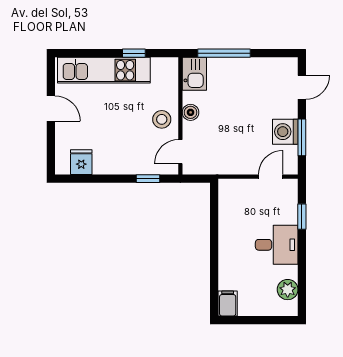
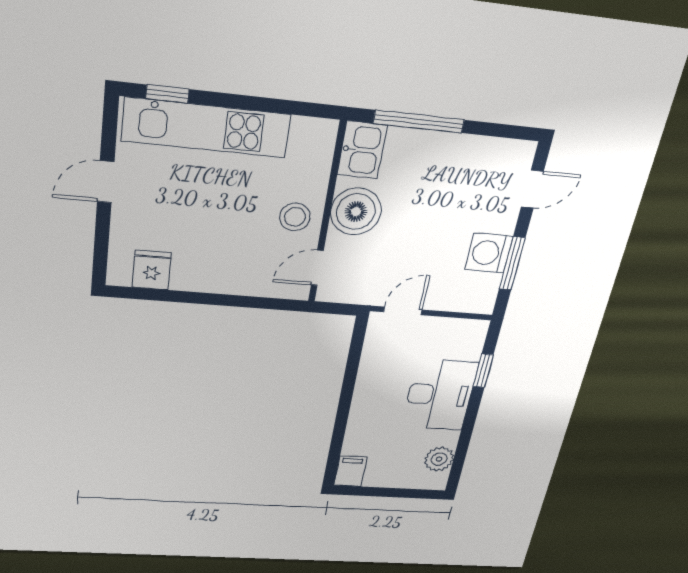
window: (134, 53) -> (167, 94), moved
door: (51, 108) -> (106, 182), swing flipped
boiler: (191, 112) -> (356, 212), width x1.86, depth x1.86
door: (271, 177) -> (403, 311), moved
window: (148, 179) -> (259, 303), removed
desk: (277, 245) -> (440, 395), width x1.37

